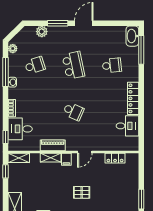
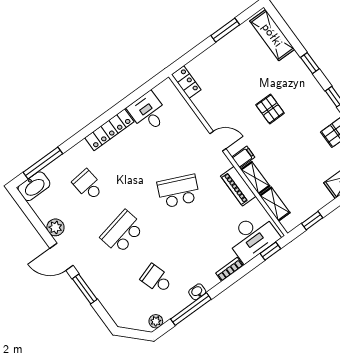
plant: (42, 32) -> (55, 227), moved
school desk: (73, 111) -> (178, 191), width x1.85
desk: (20, 129) -> (252, 237), width x1.37
shelving: (19, 158) -> (275, 204), moved
locker: (115, 158) -> (186, 82), moved

